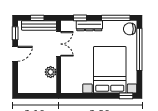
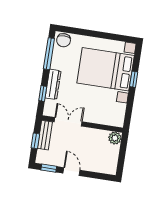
bench: (39, 25) -> (45, 135), width x0.73
window: (139, 49) -> (88, 33), removed
plant: (51, 72) -> (115, 138), moved
window: (126, 96) -> (134, 79), moved

